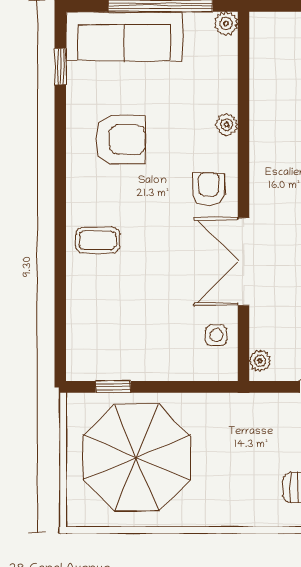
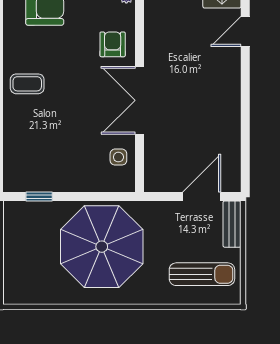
plant: (260, 361) -> (152, 177), removed
parasol: (137, 457) -> (102, 247), moved

